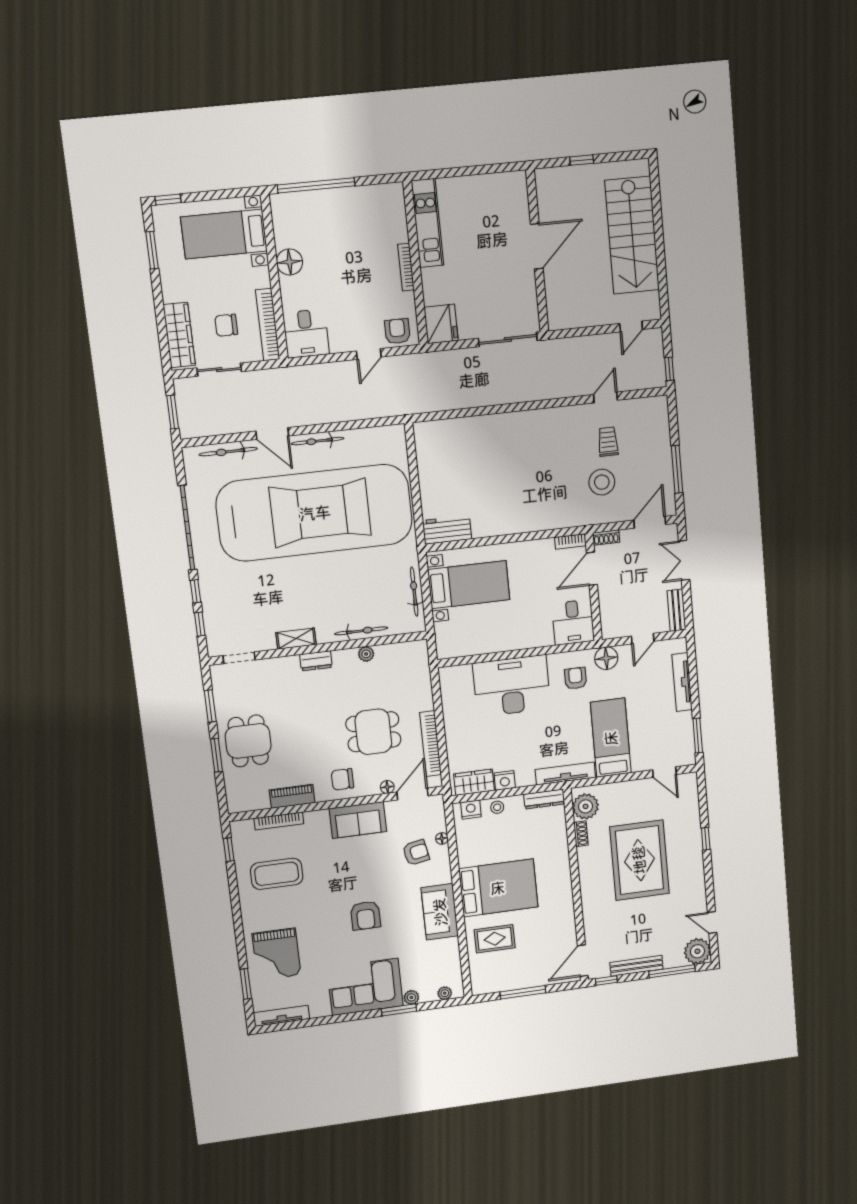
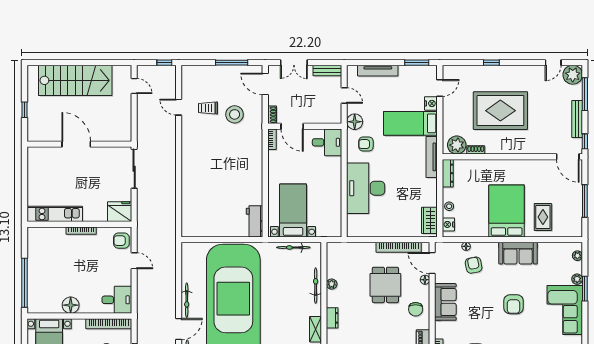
nightstand: (505, 780) -> (431, 103), moved
armchair: (365, 916) -> (514, 304), turned 90

